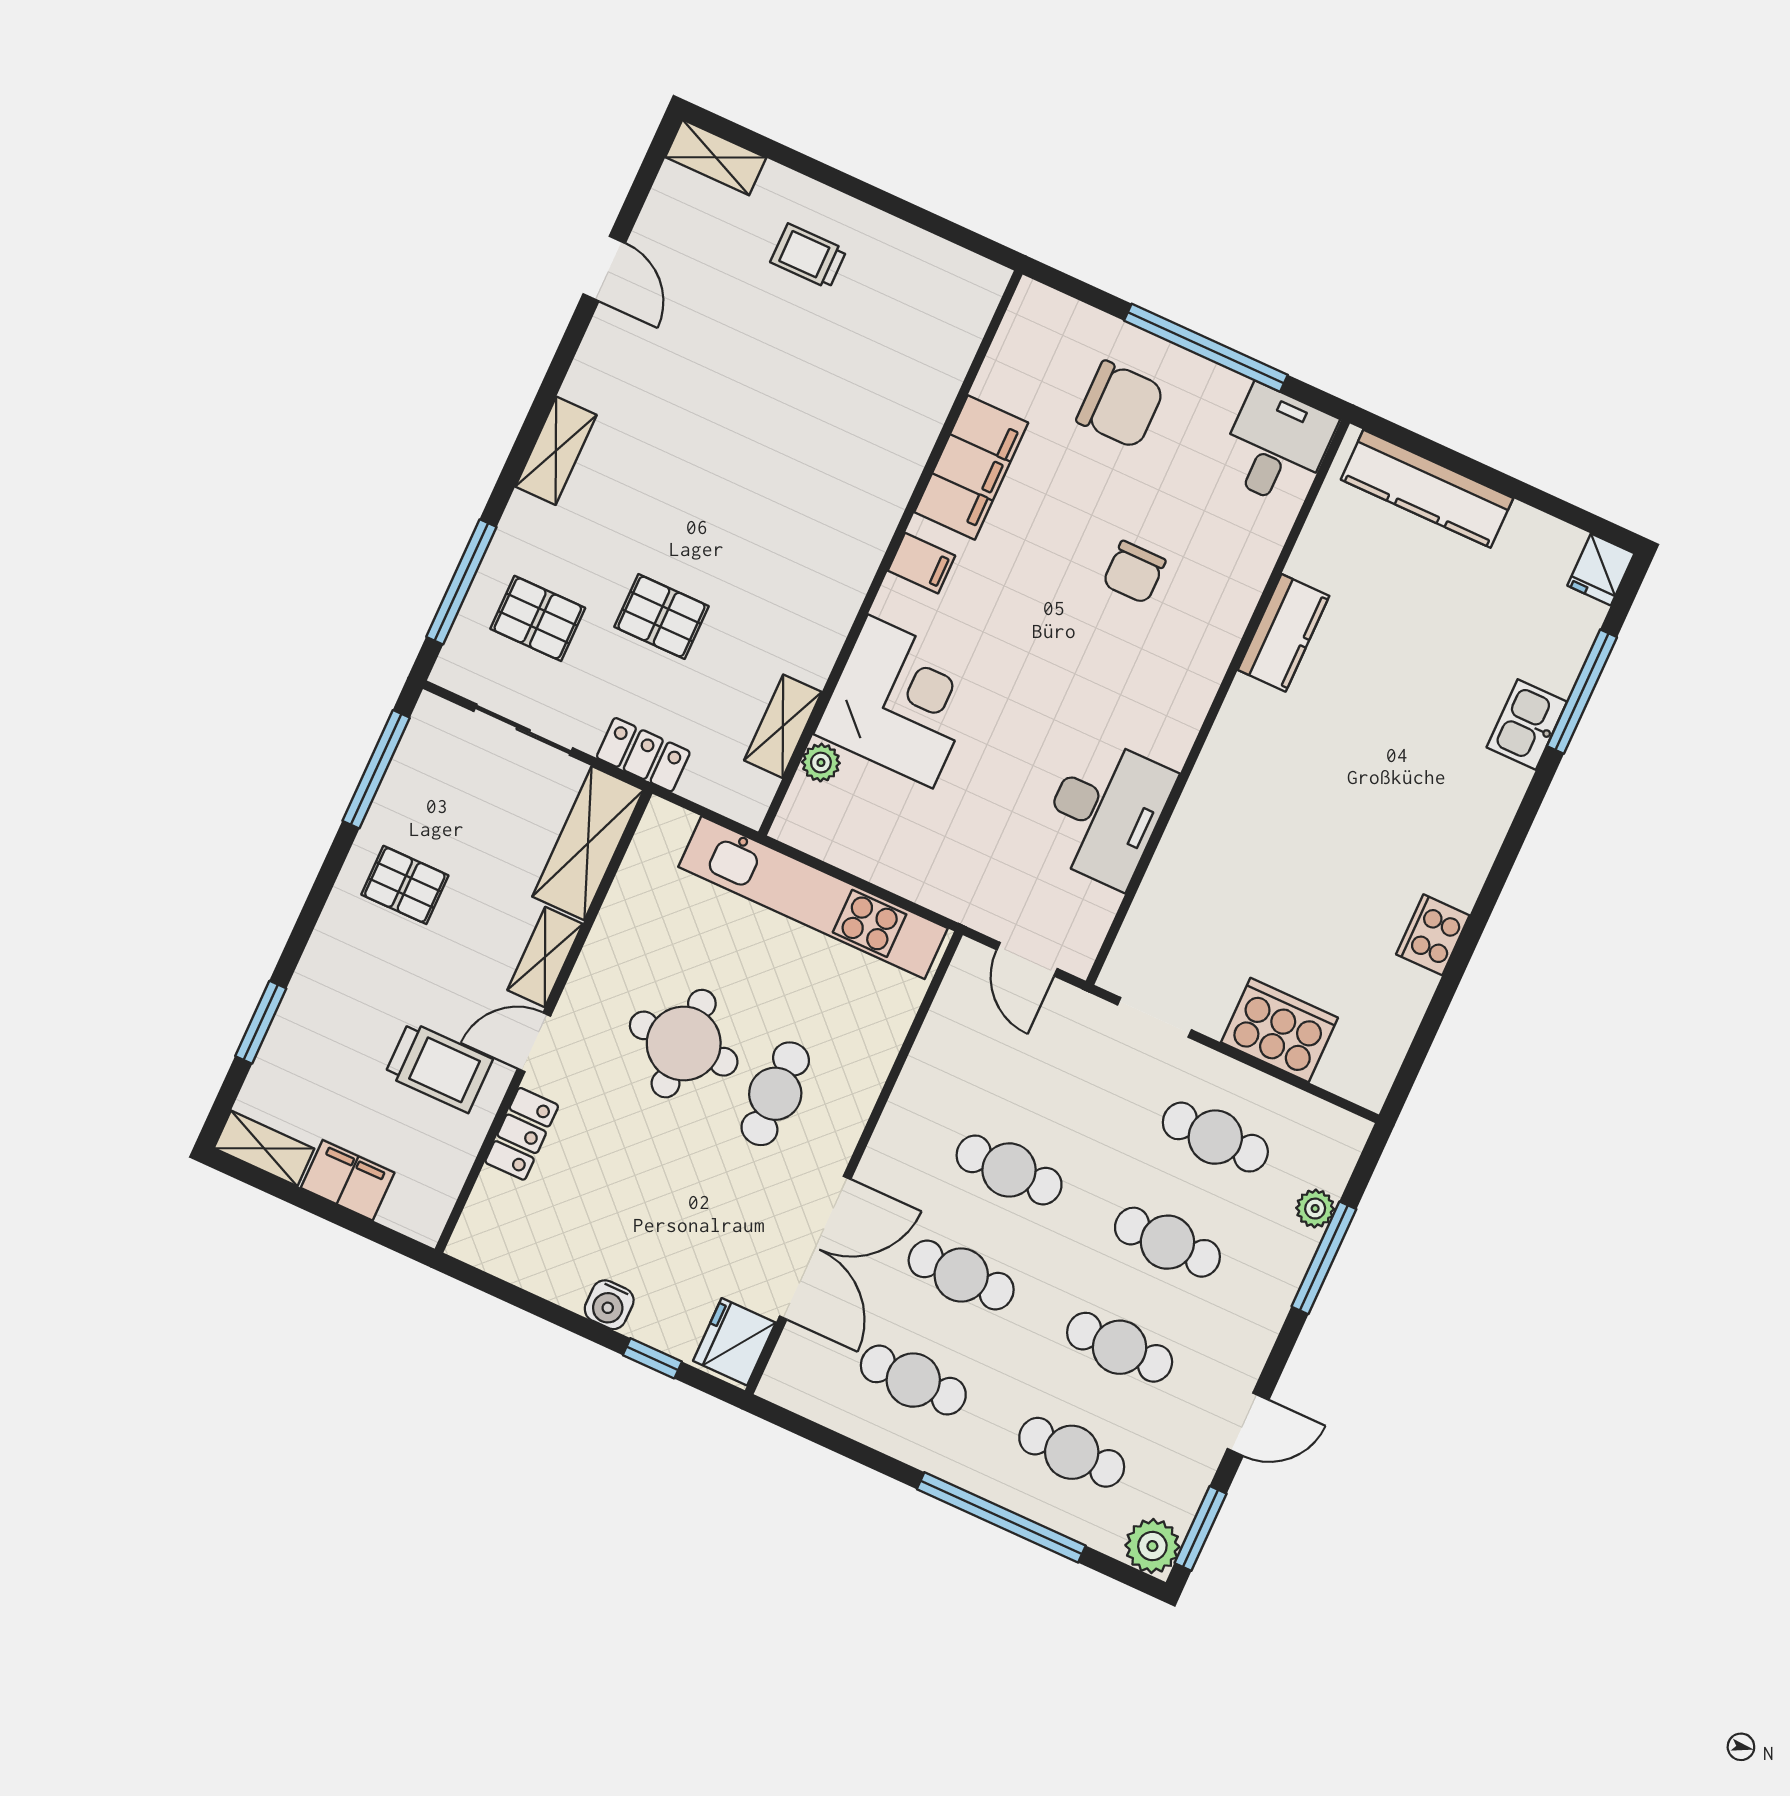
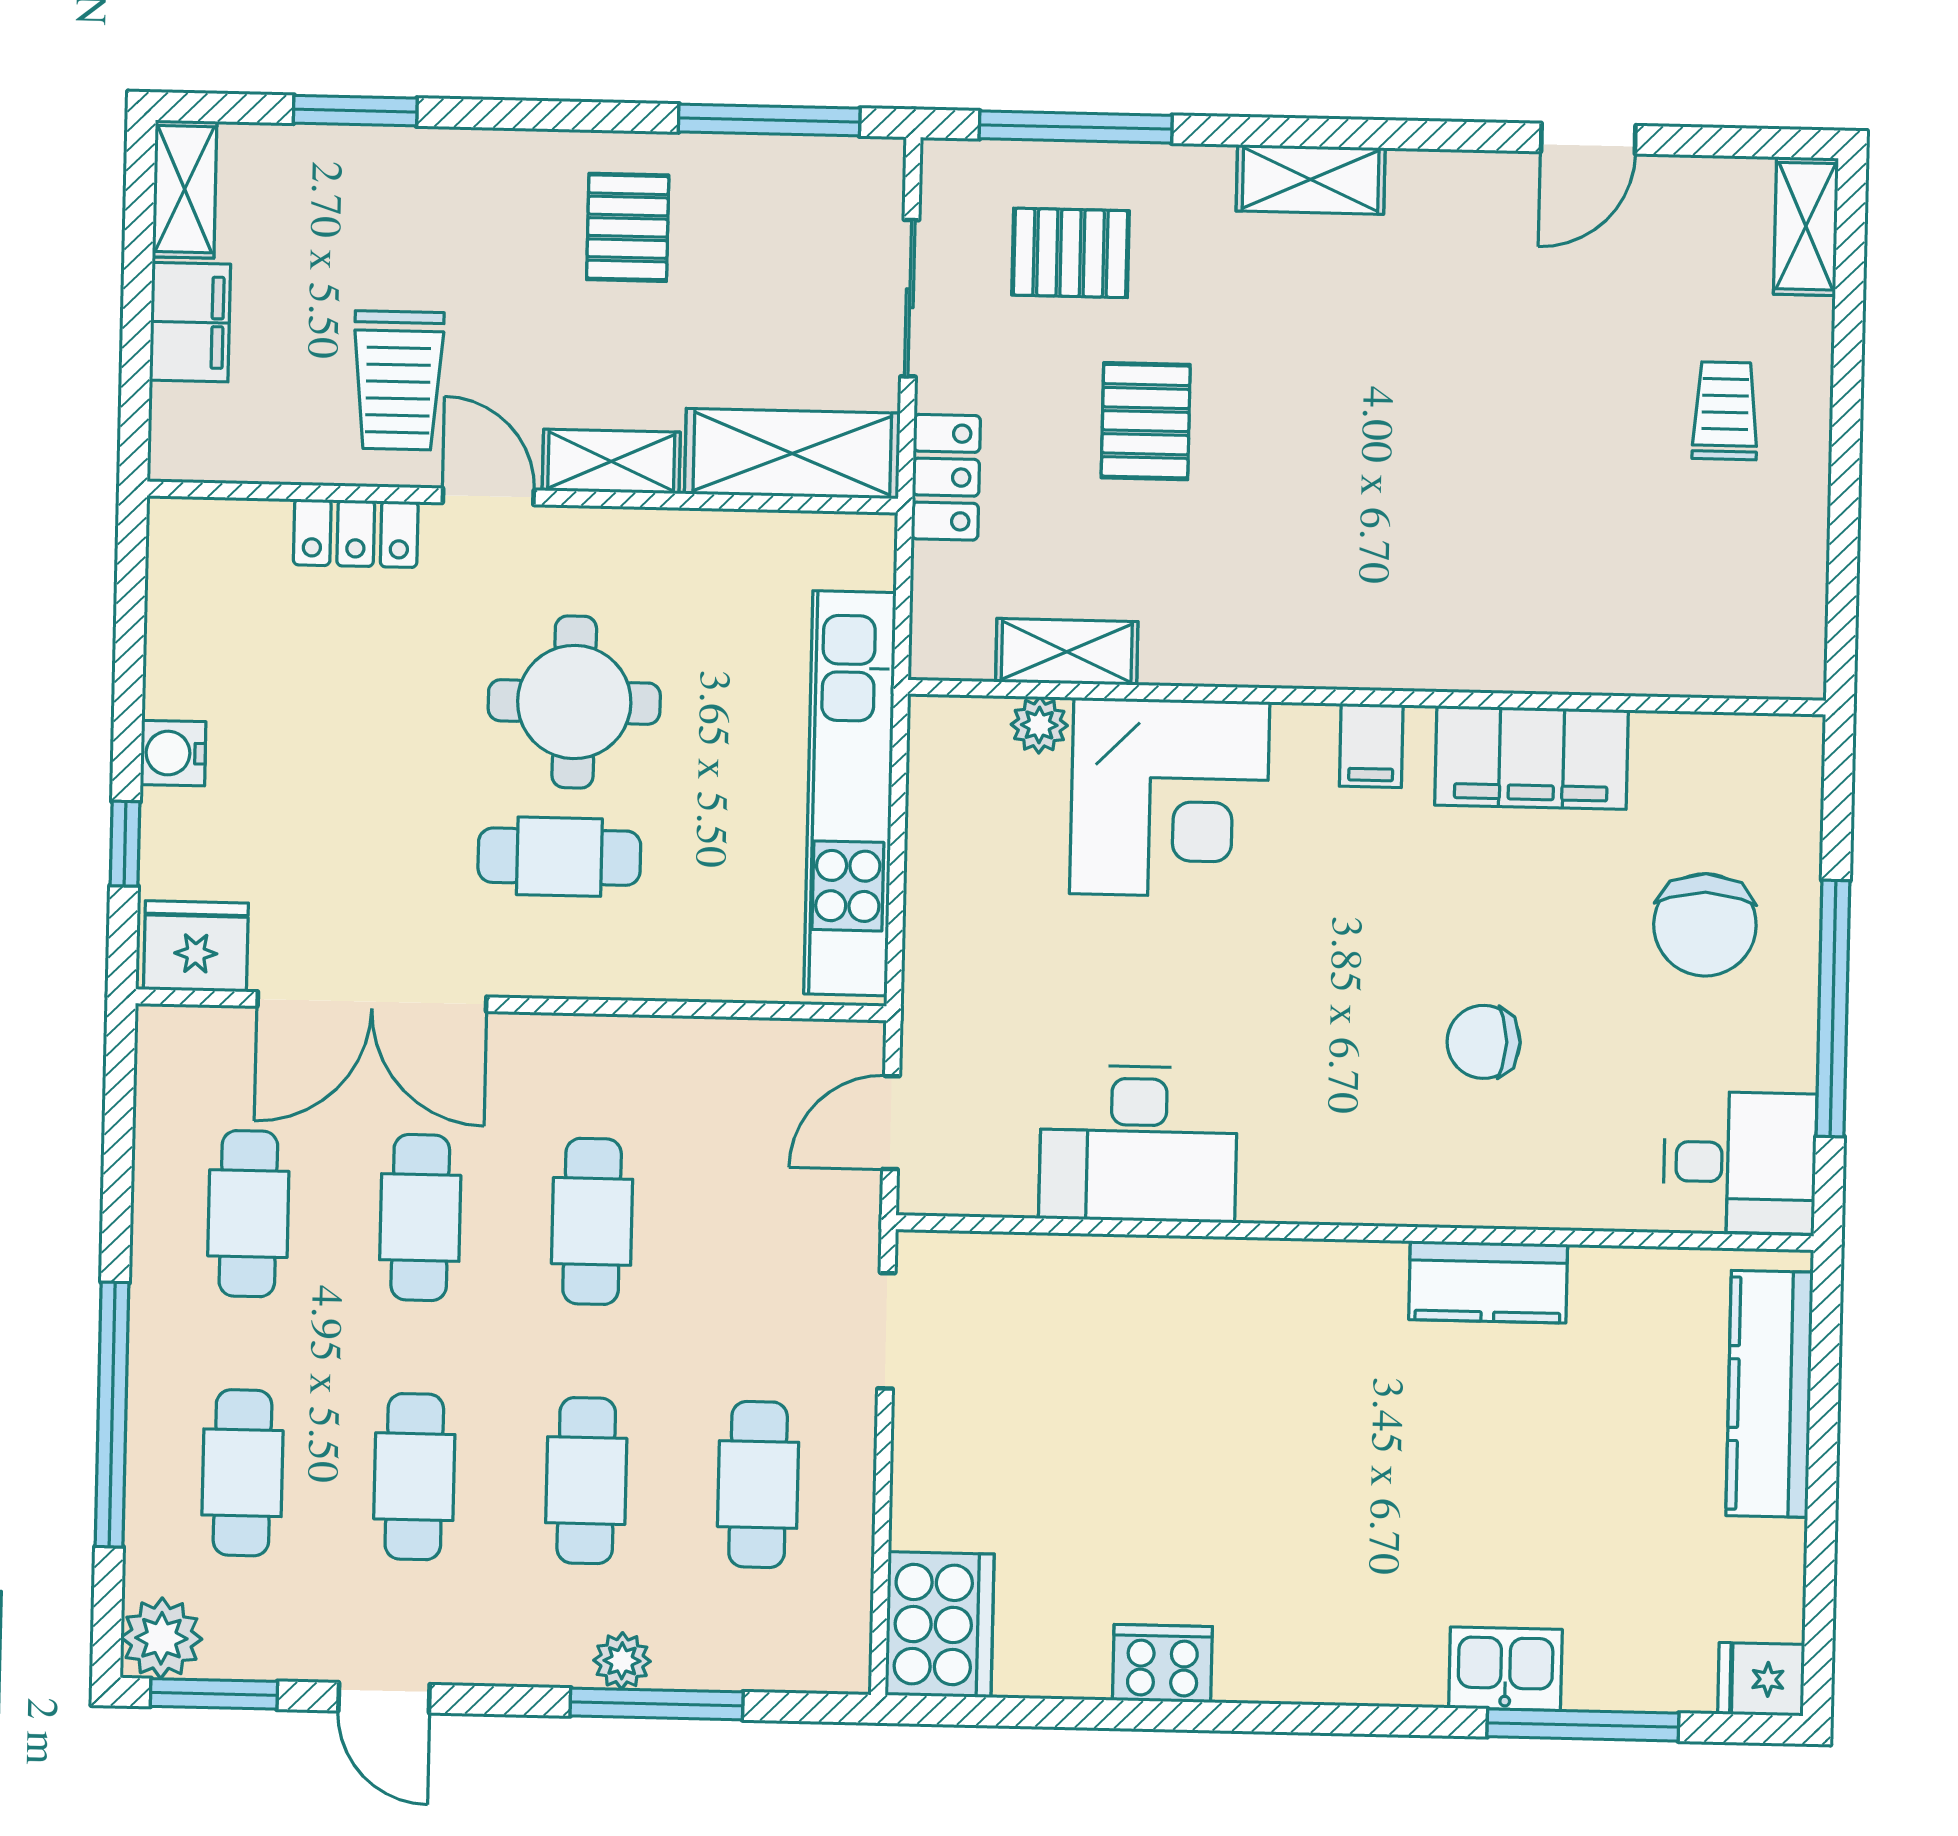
pallet: (538, 618) -> (1070, 253), turned 90
cooker: (1279, 1030) -> (940, 1625), moved
plant: (1315, 1209) -> (622, 1661), moved

